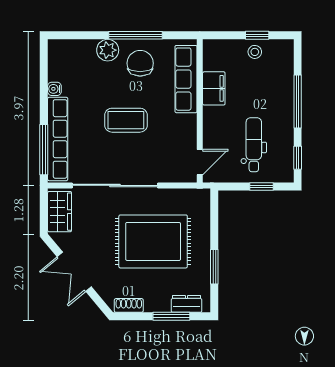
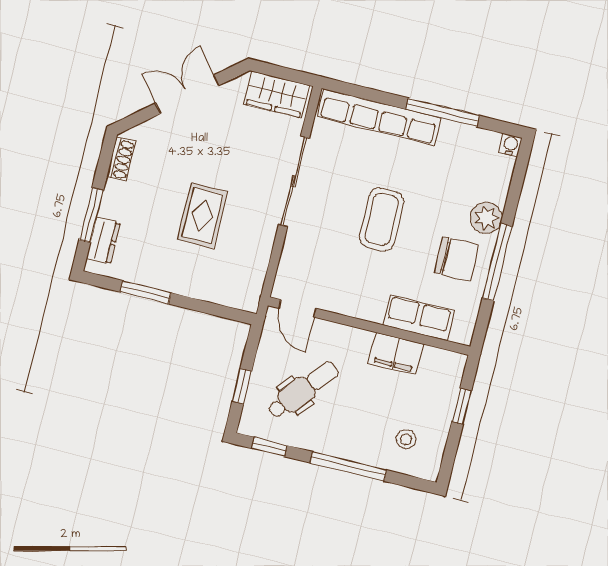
window: (257, 35) -> (462, 406), moved
stool: (255, 52) -> (406, 439), moved
row of seats: (186, 79) -> (419, 318), width x0.68
water cooler: (54, 89) -> (511, 145), moved
dental chair: (254, 145) -> (303, 390), turned -50
window: (44, 150) -> (443, 112), moved
sliding door: (115, 185) -> (294, 181), width x0.73
rug: (153, 241) -> (202, 215), width x0.54, depth x0.49

